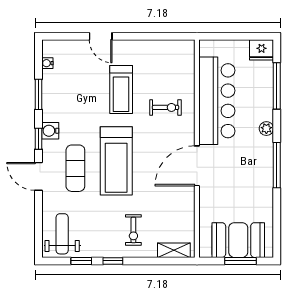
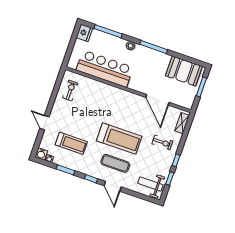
door: (101, 36) -> (44, 123), swing flipped
treadmill: (121, 89) -> (71, 143), moved
exercise bike: (165, 107) -> (70, 90), moved
water cooler: (50, 131) -> (41, 154), moved
door: (197, 166) -> (158, 100), moved
door: (38, 176) -> (113, 186), hinge flipped
booth: (238, 240) -> (184, 71), moved, turned 90

